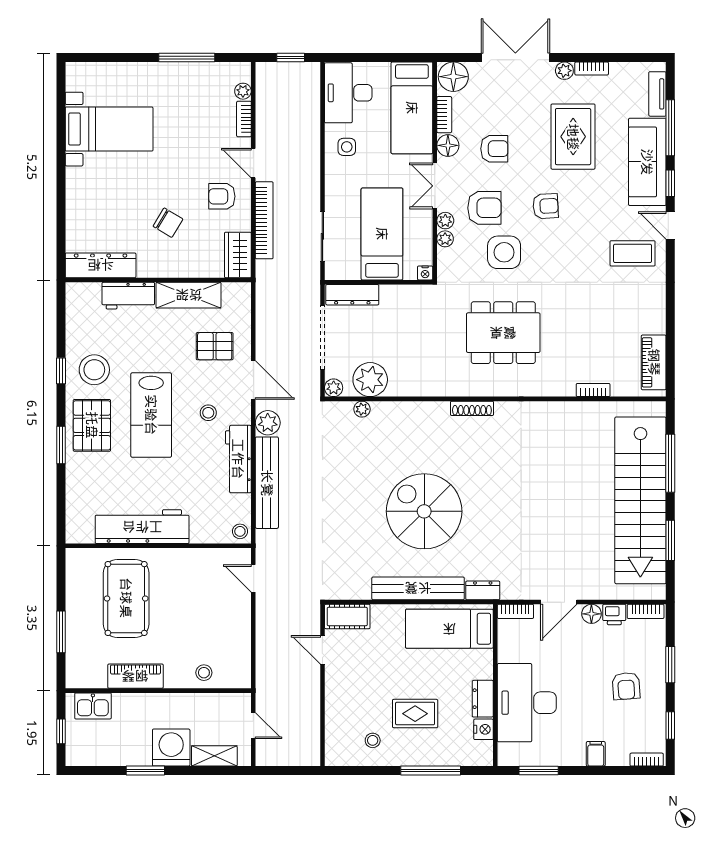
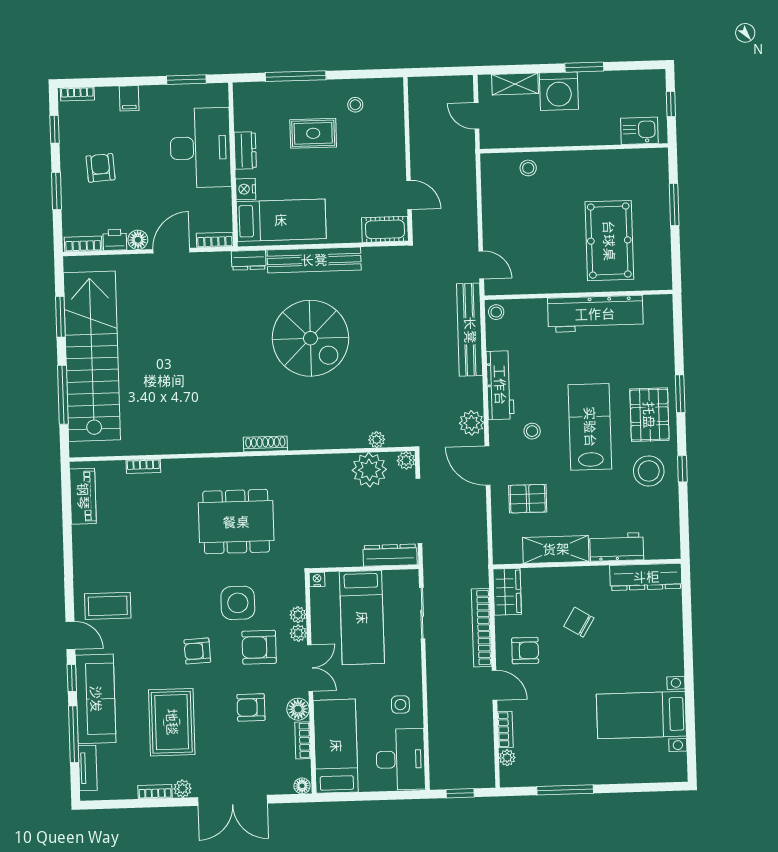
floor lamp: (453, 77) -> (302, 786), width x0.53, depth x0.53
bench: (267, 483) -> (470, 330), moved
piano: (135, 676) -> (597, 162), removed
nightstand: (484, 729) -> (246, 189), moved

